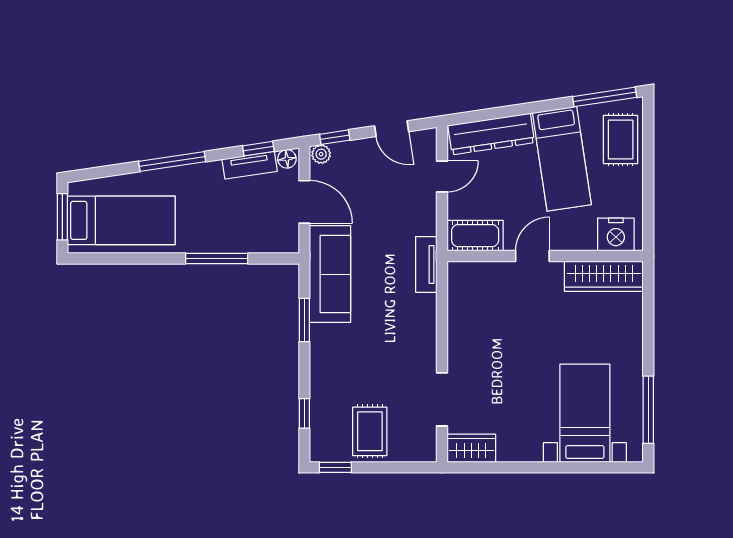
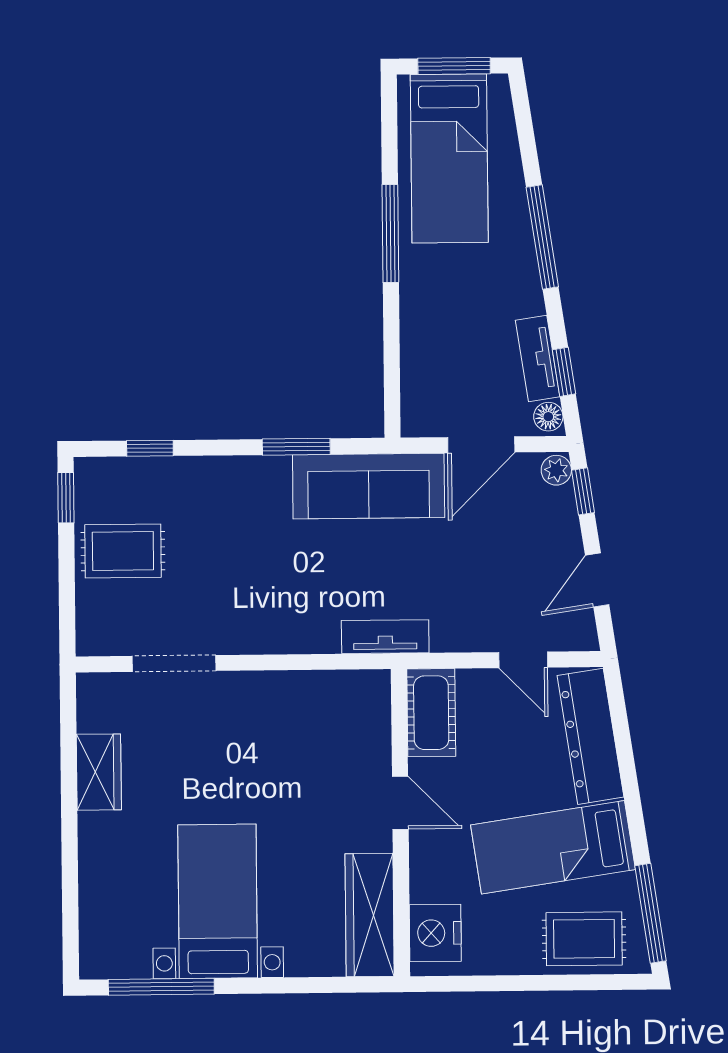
window: (217, 258) -> (390, 234), moved
bed with nightstands: (585, 413) -> (218, 901), moved, turned -90
wardrobe: (471, 448) -> (99, 772), moved

